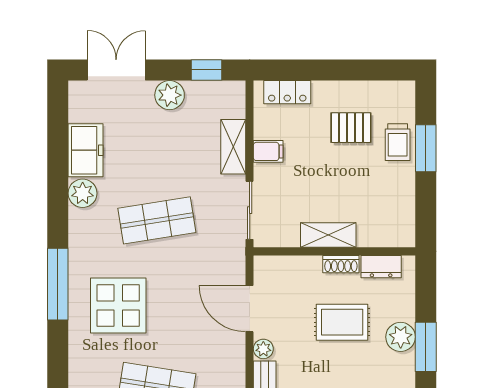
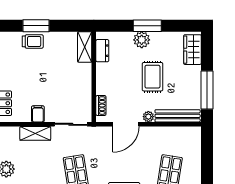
pallet: (351, 128) -> (25, 68), removed
shelving: (328, 235) -> (85, 47), moved
shoe rack: (341, 264) -> (101, 106), moved
rug: (342, 322) -> (152, 77), moved

